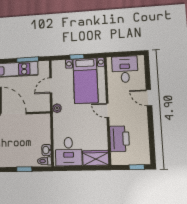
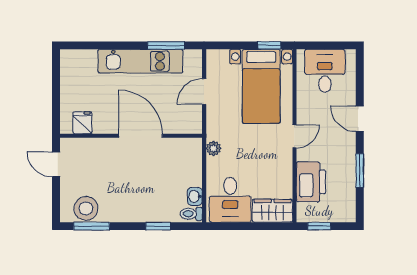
window: (77, 57) -> (269, 45), moved
plant: (57, 108) -> (213, 148), moved
door: (108, 110) -> (294, 136), swing flipped
window: (151, 131) -> (360, 171), added
window: (137, 167) -> (319, 226), moved

